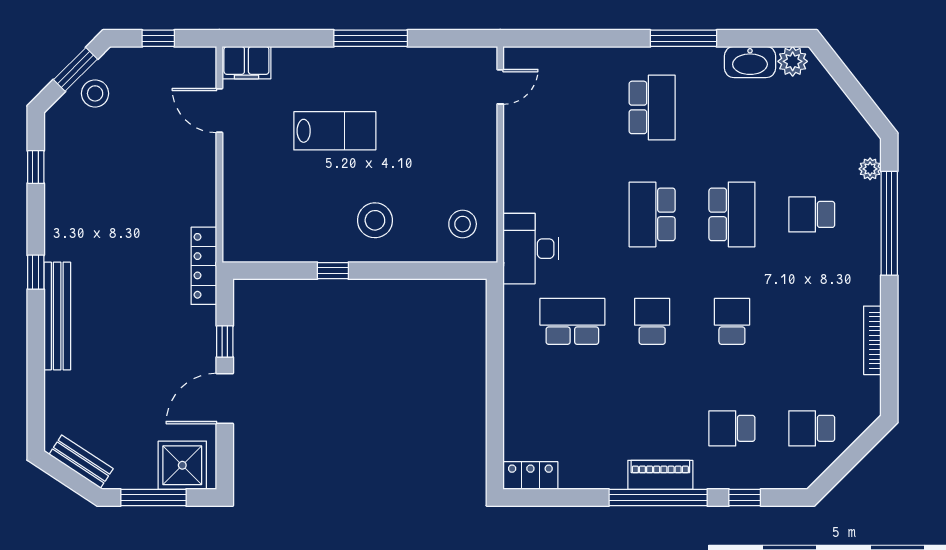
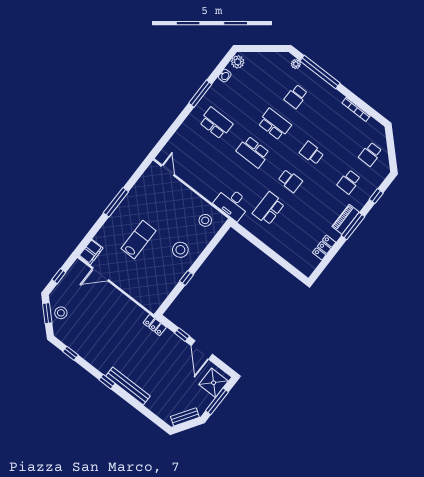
washbasin: (750, 62) -> (225, 76), width x0.52, depth x0.69
locker: (204, 266) -> (155, 325), width x0.66
school desk: (652, 321) -> (290, 181), turned 180
locker: (530, 476) -> (324, 247), moved
window: (658, 498) -> (353, 226), width x0.68

